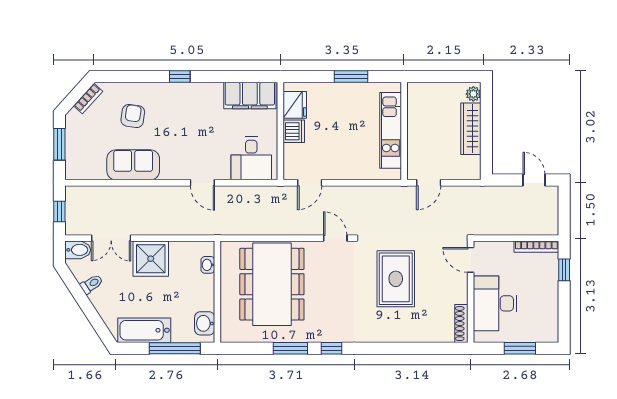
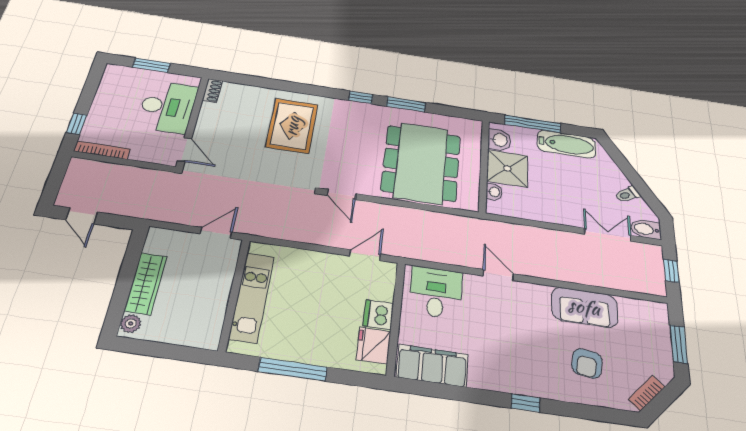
window: (351, 76) -> (293, 369), width x1.44
shower: (151, 259) -> (507, 168), moved
rug: (396, 279) -> (292, 126), moved
shoe rack: (461, 324) -> (212, 91), width x0.70

